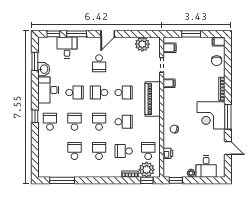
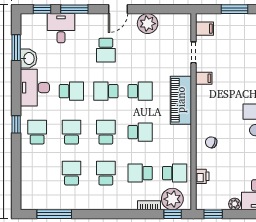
plant: (142, 44) -> (148, 24), moved
school desk: (148, 151) -> (175, 173), turned 90

